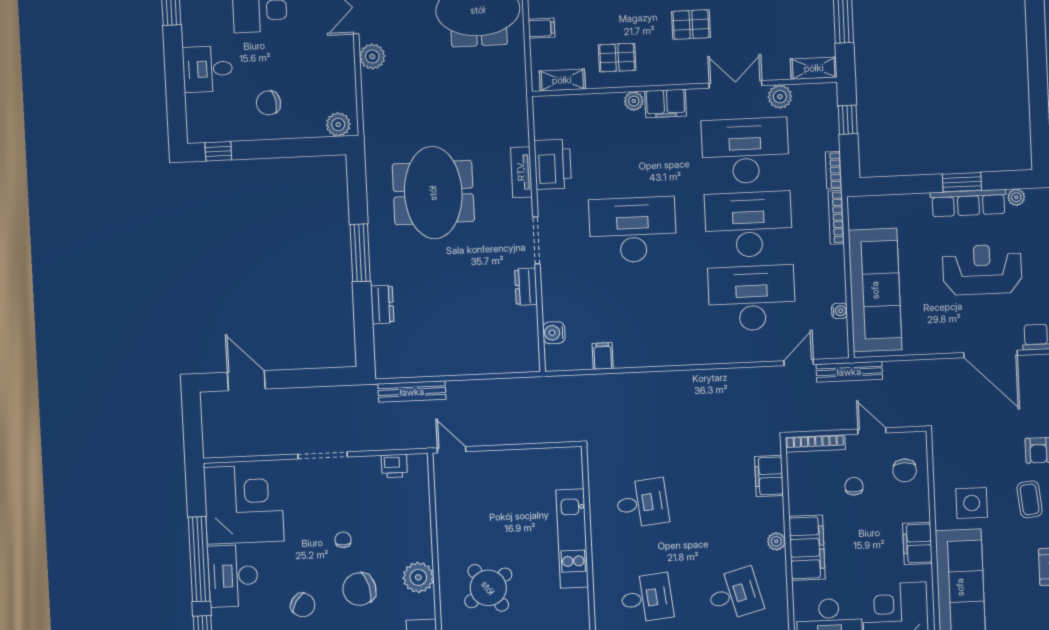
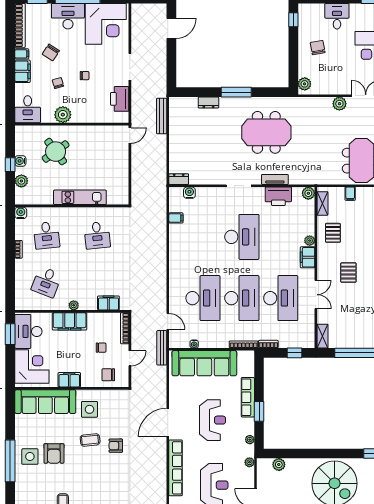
plant: (780, 97) -> (308, 193), moved
row of seats: (968, 203) -> (248, 397), moved
dresser: (526, 287) -> (179, 179), moved
printer: (394, 466) -> (120, 99), width x1.87, depth x1.48
chair: (359, 589) -> (58, 83), width x0.54, depth x0.54
desk: (735, 594) -> (47, 282), turned 36

